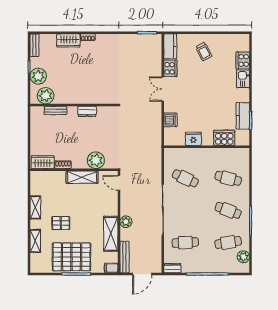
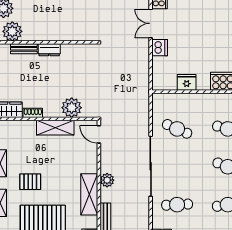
dresser: (87, 111) -> (49, 50), moved
dishwasher: (170, 120) -> (160, 48), moved

